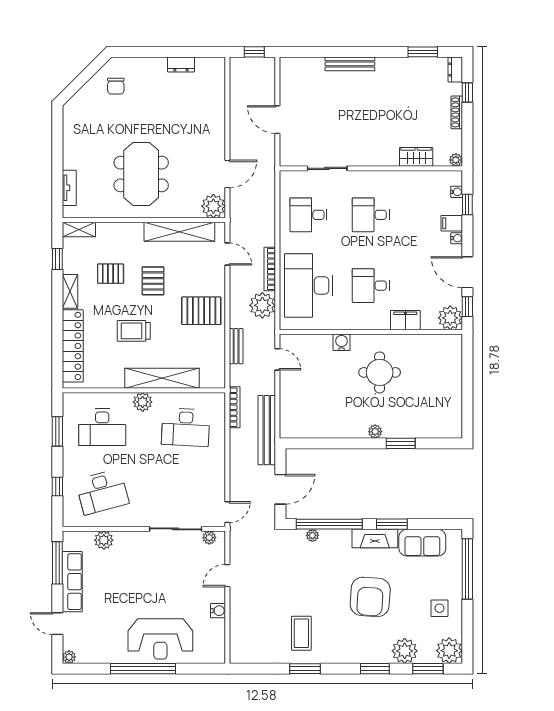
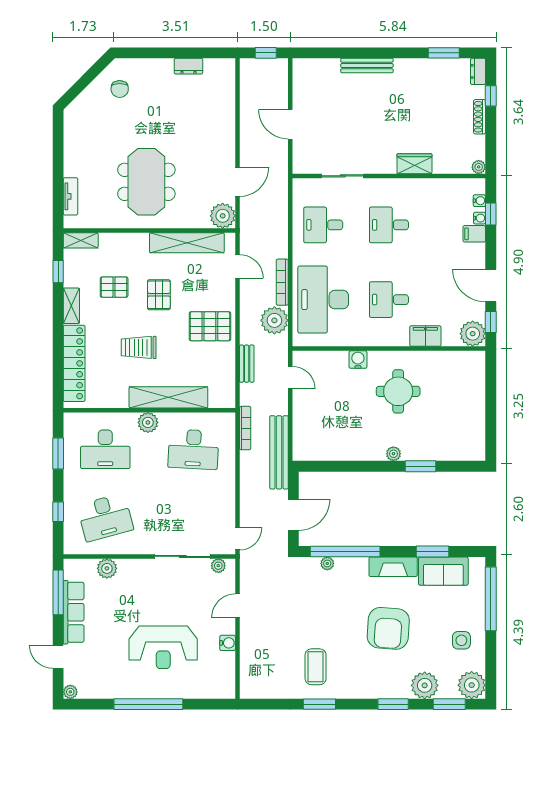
wardrobe: (416, 157) -> (414, 164), moved
water cooler: (457, 238) -> (480, 218), moved
window: (392, 524) -> (432, 552), moved
reception desk: (160, 639) -> (163, 647), moved

